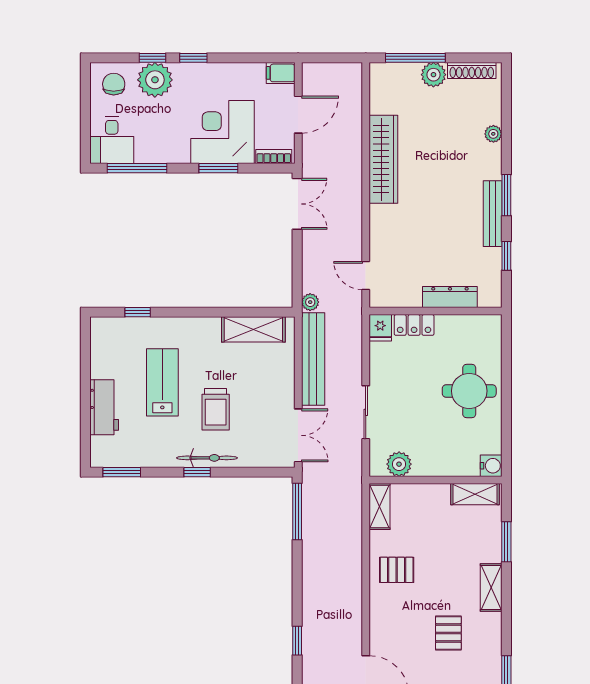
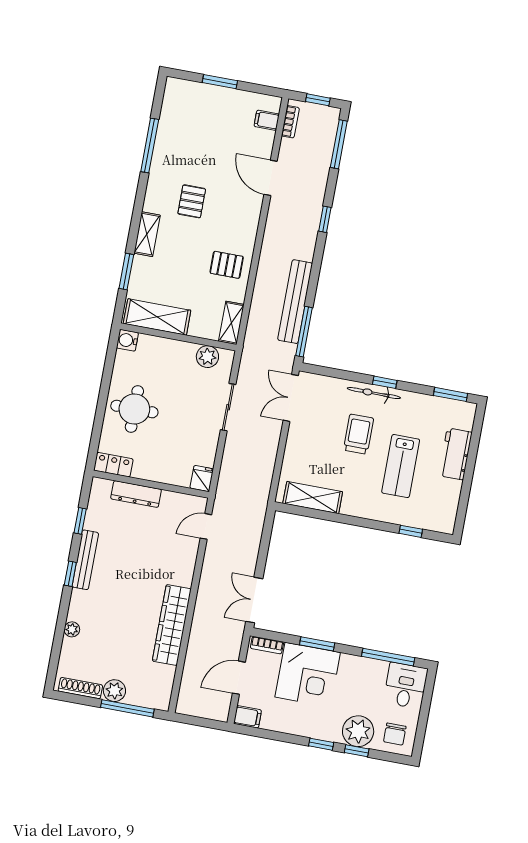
window: (506, 195) -> (70, 574), width x0.67
door: (366, 275) -> (206, 526), swing flipped
plant: (310, 302) -> (259, 512), removed
locker: (414, 325) -> (113, 465), moved
bench: (313, 359) -> (295, 302), moved
shelving: (475, 494) -> (157, 317), width x1.50, depth x1.33

